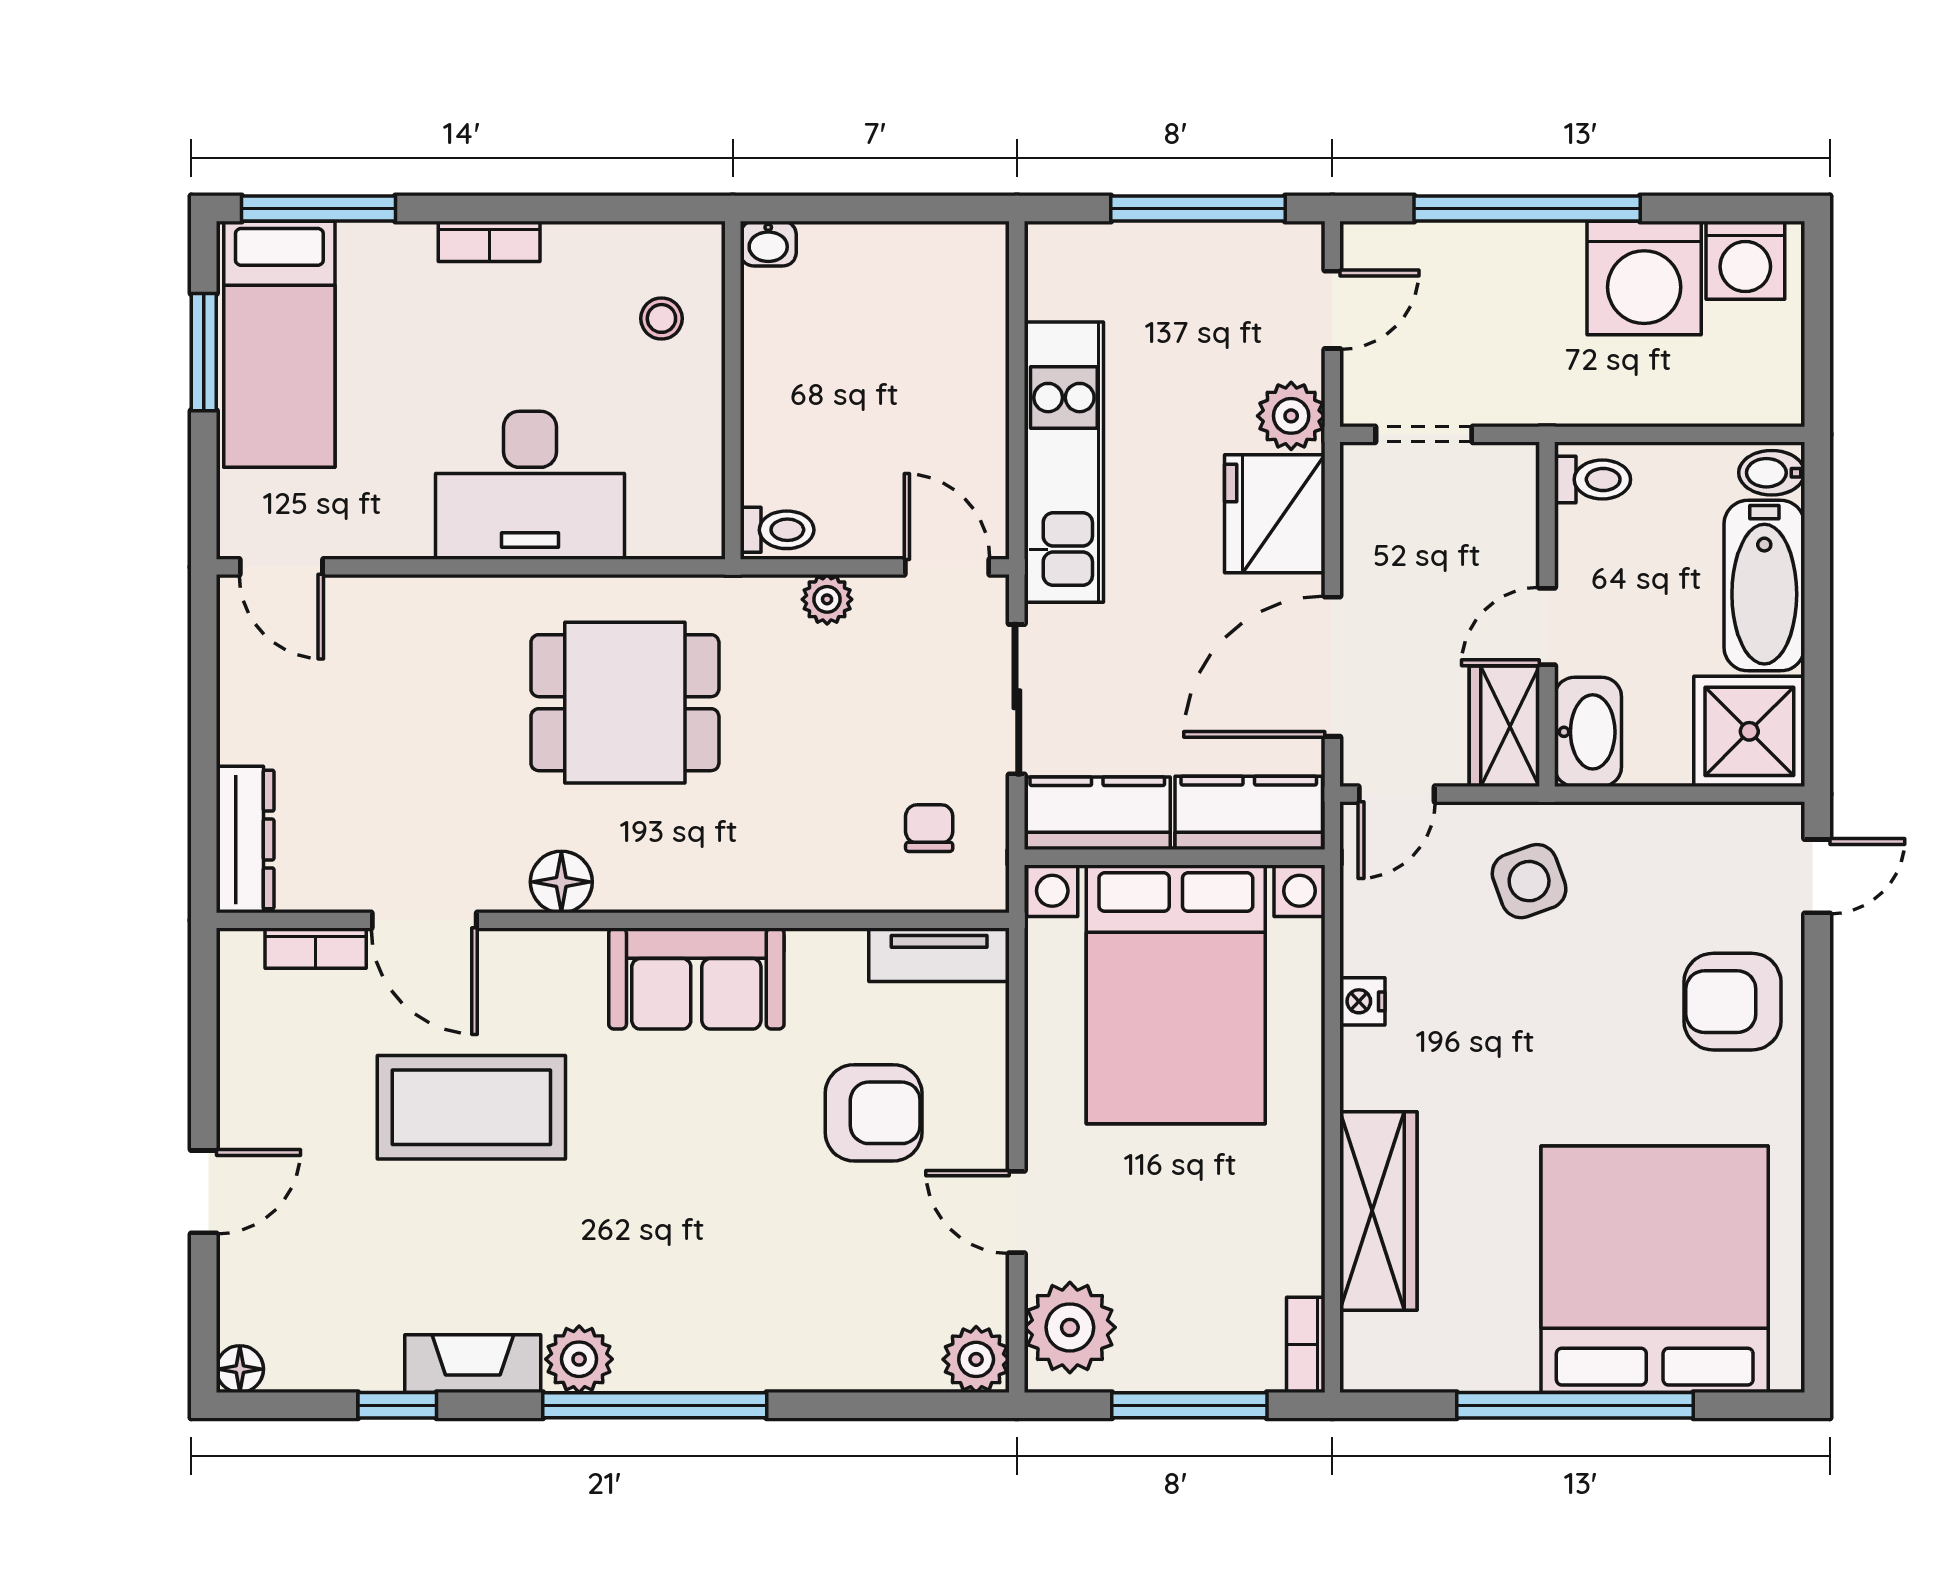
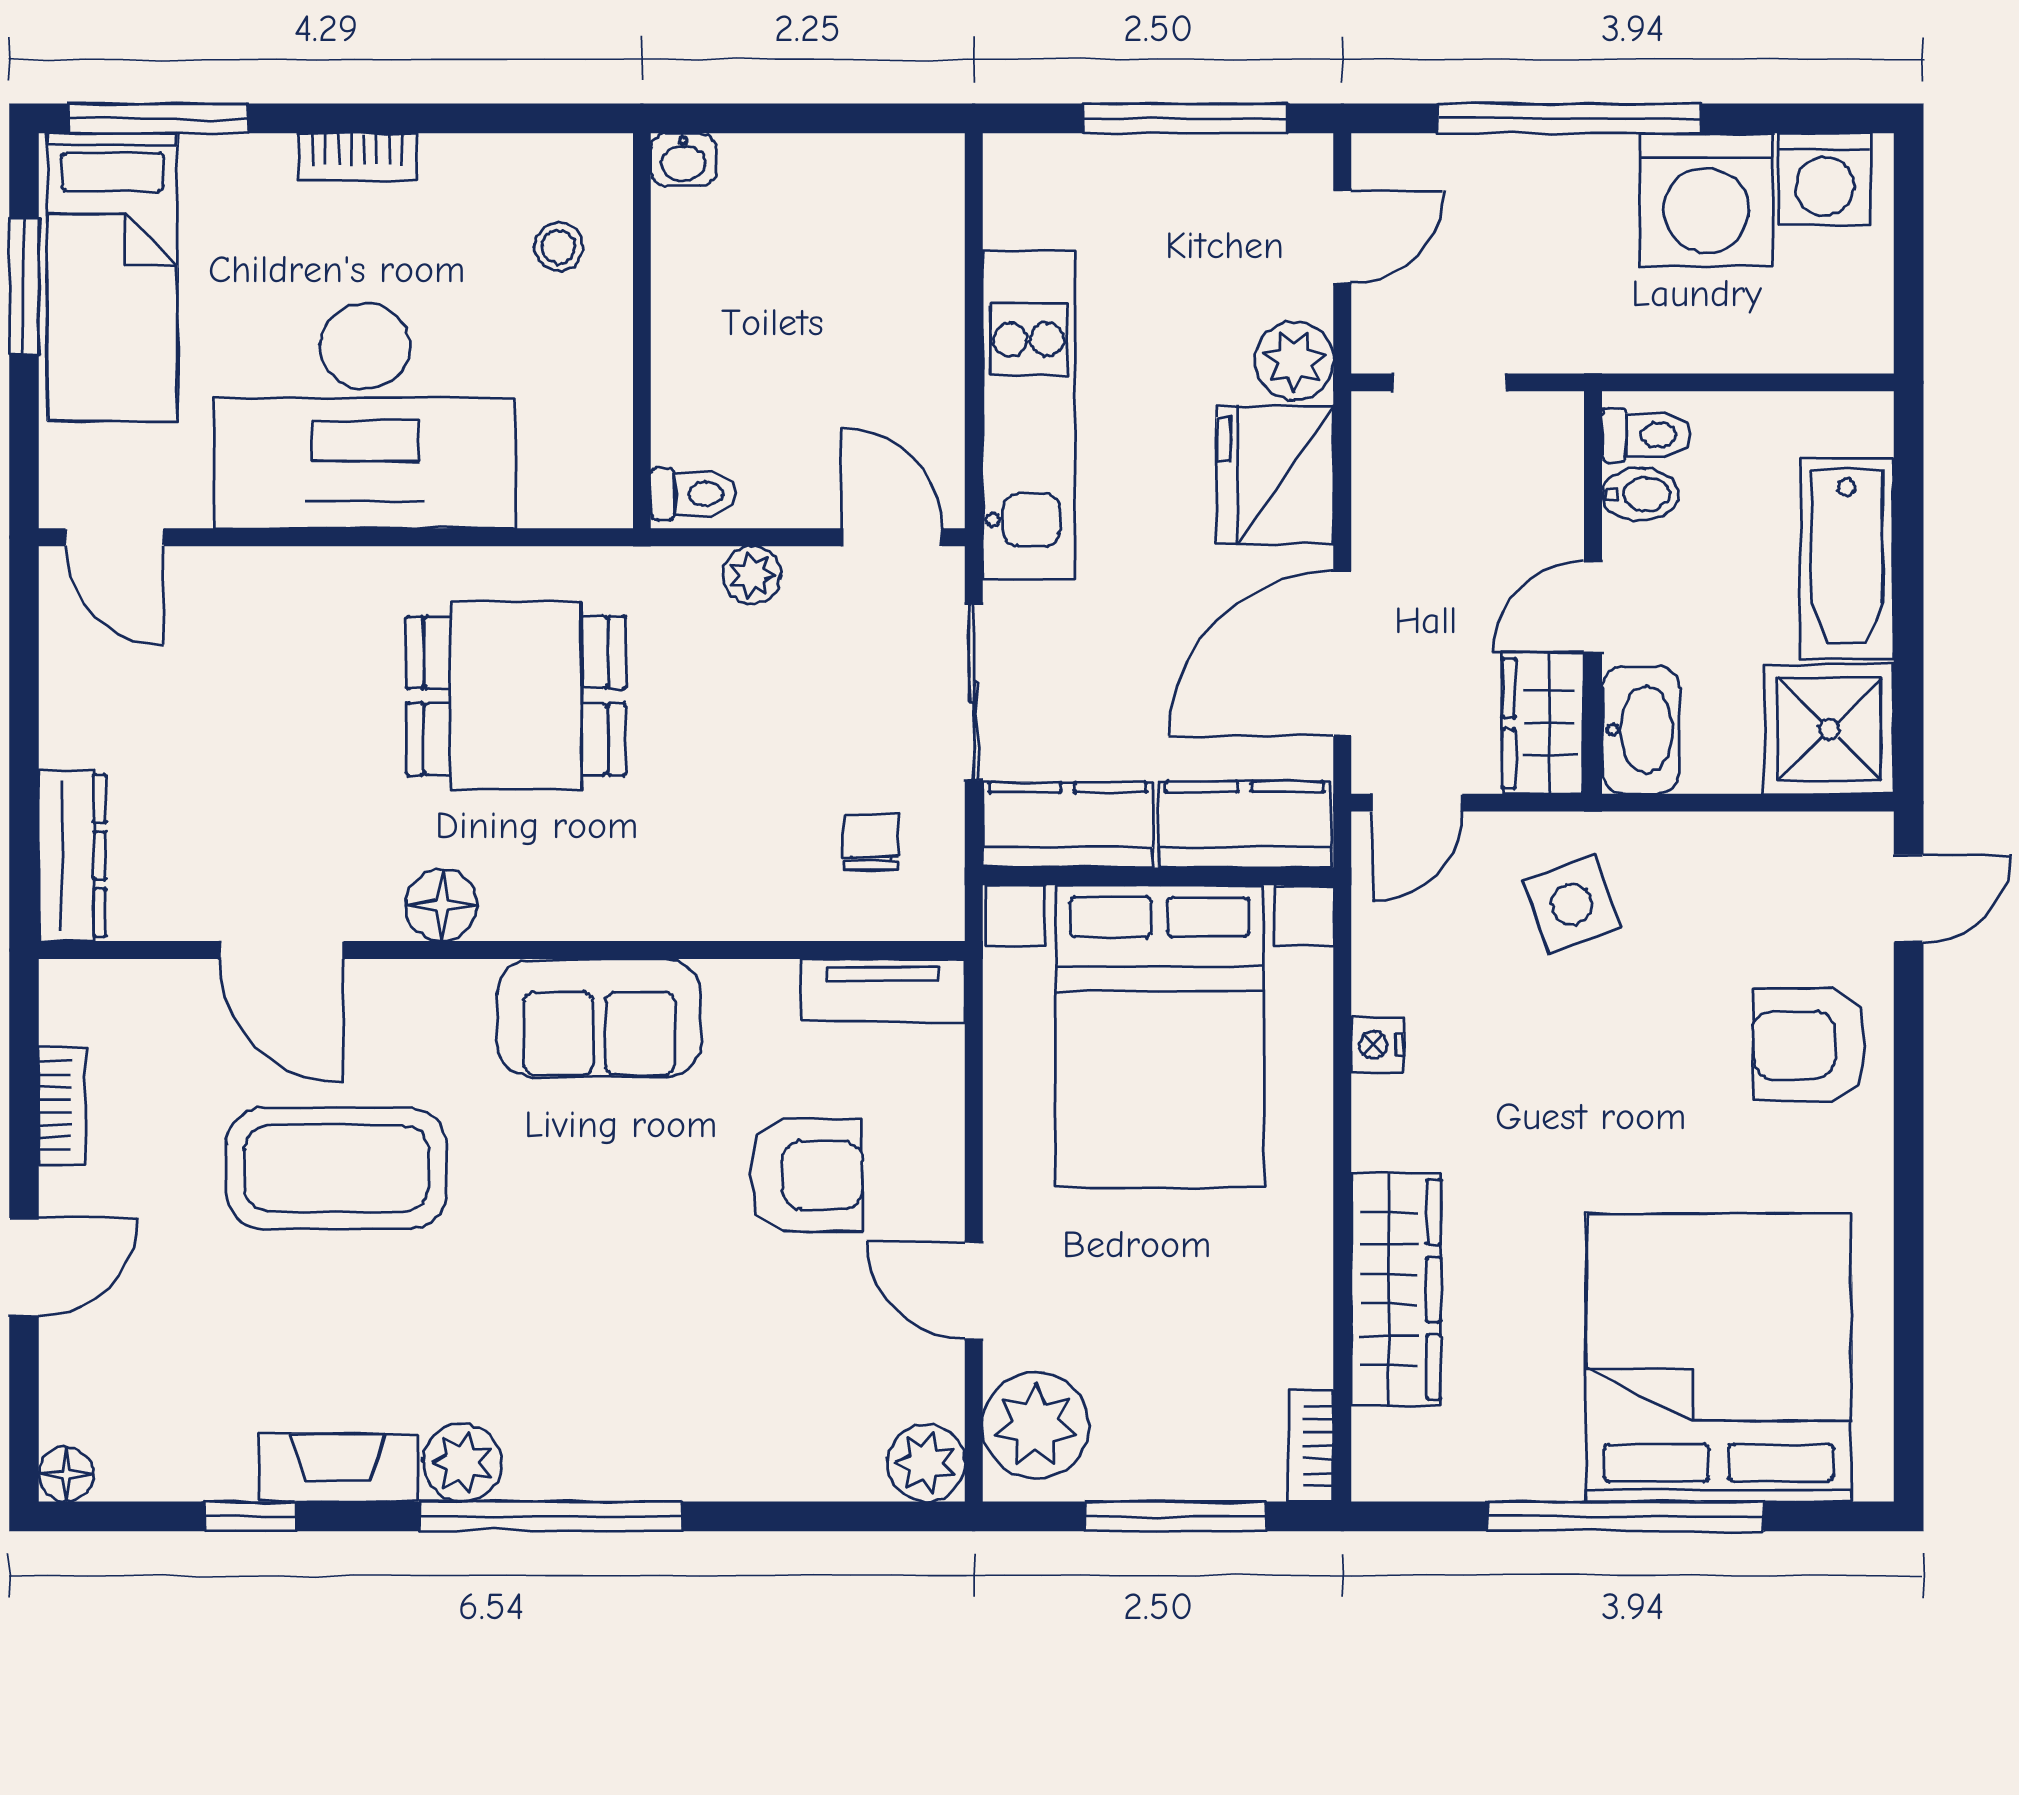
bidet: (1772, 473) -> (1640, 494), moved, turned 180
desk: (530, 485) -> (365, 416), width x1.36, depth x1.30
bookcase: (316, 948) -> (62, 1106), moved, turned -90

